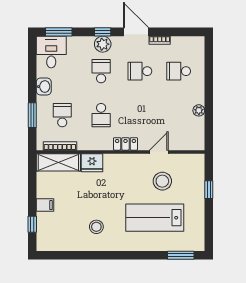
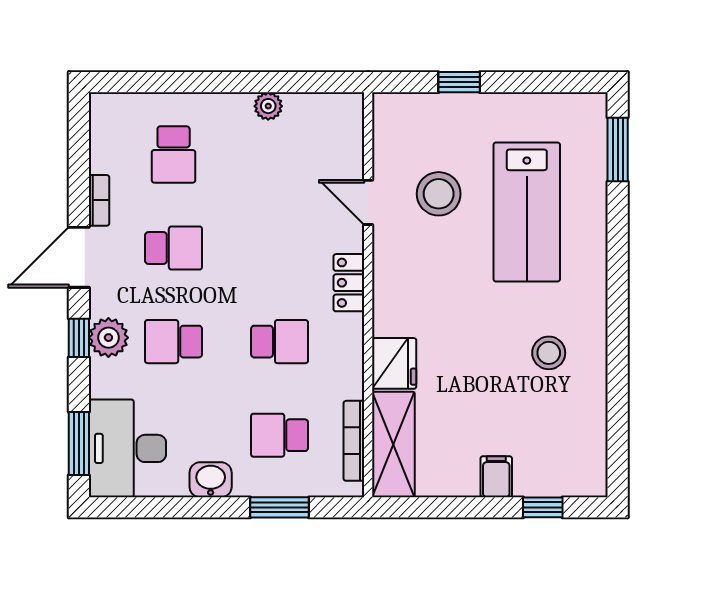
desk: (51, 52) -> (127, 448), width x1.37
school desk: (140, 71) -> (174, 248), turned -90

